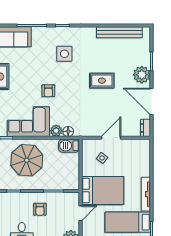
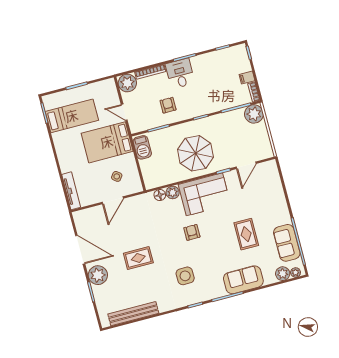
dresser: (146, 128) -> (79, 220), removed
barbecue: (69, 146) -> (142, 147), moved, turned 90
tv unit: (146, 194) -> (71, 191), moved
door: (80, 213) -> (124, 112), hinge flipped

